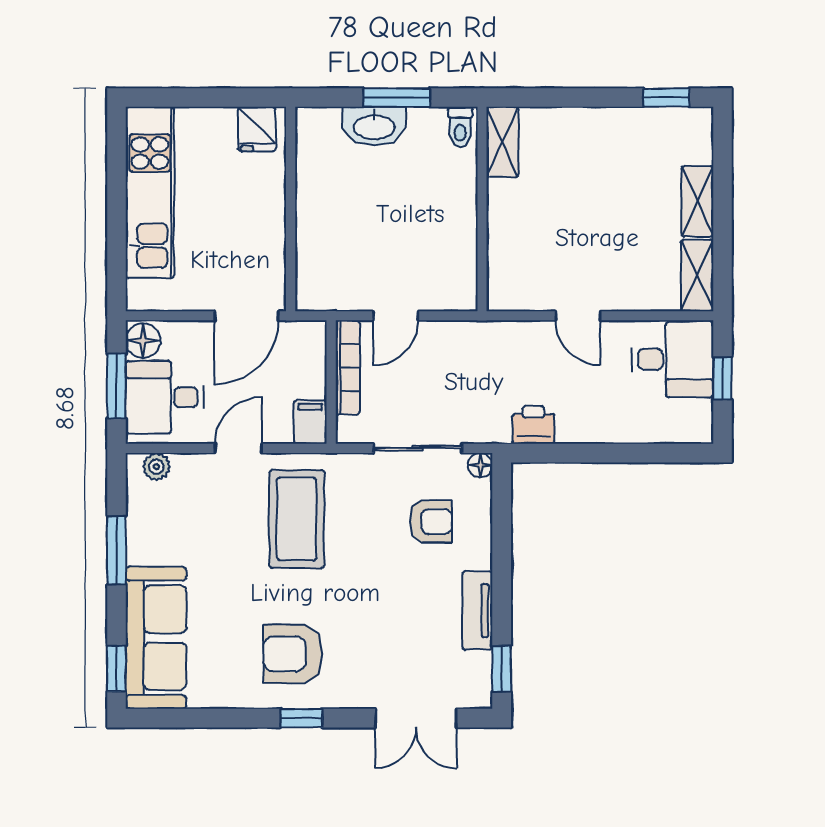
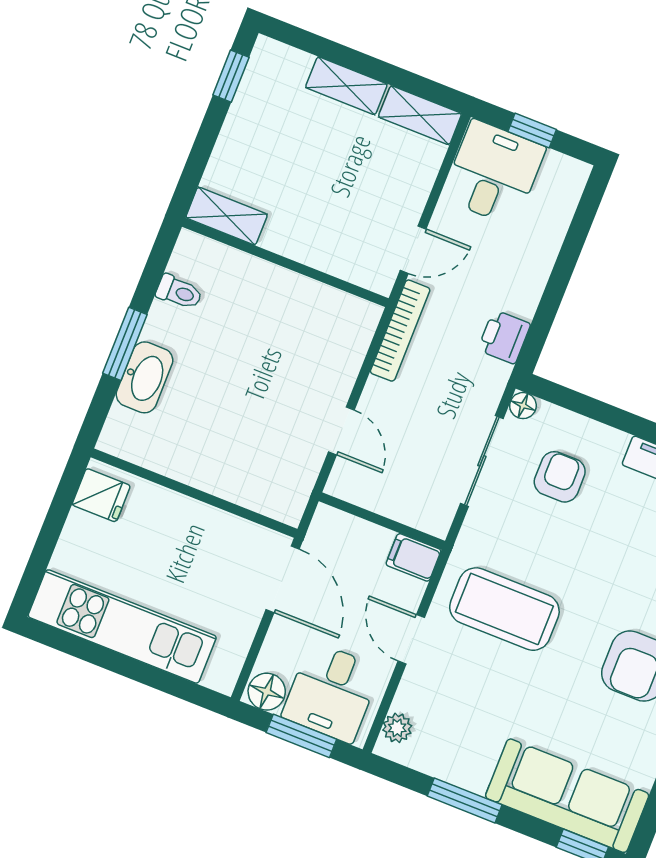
shelving: (502, 142) -> (227, 216), moved
wall: (482, 209) -> (285, 263), moved
bookcase: (348, 367) -> (400, 331), moved, turned 90

